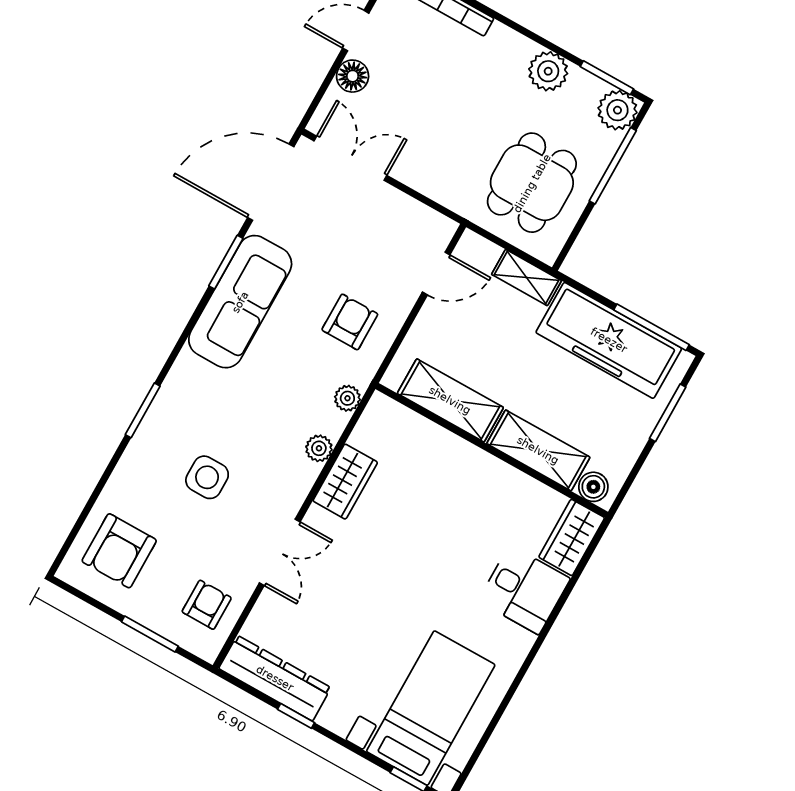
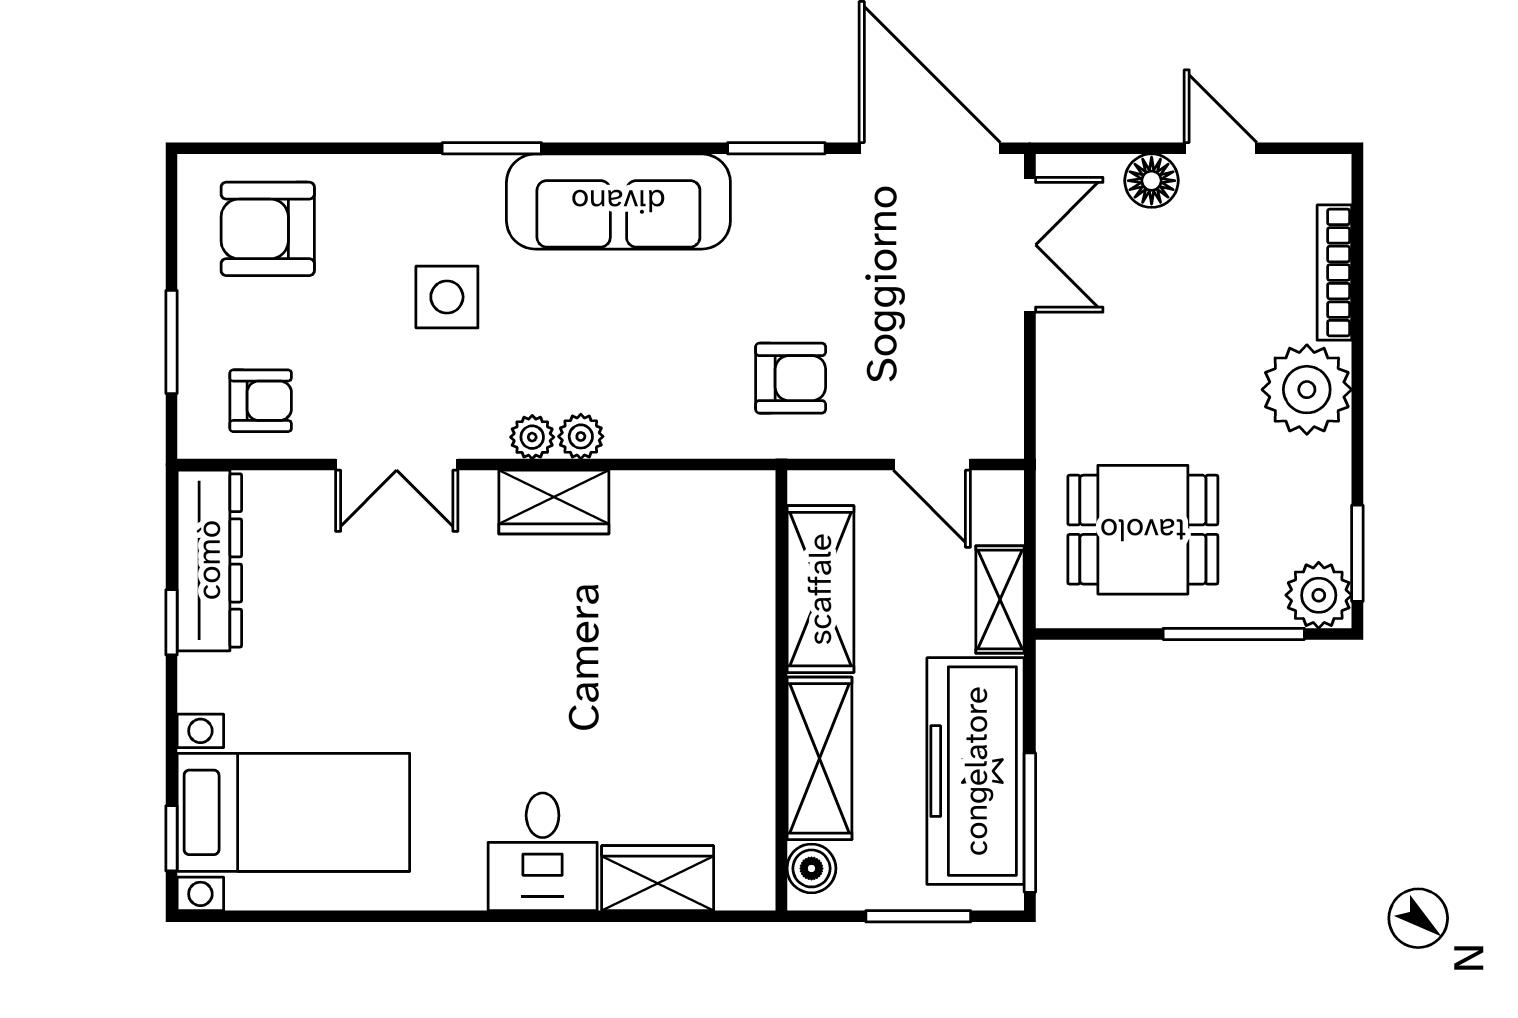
plant: (548, 71) -> (1307, 390), moved, width x1.36, depth x1.36
sofa: (240, 302) -> (618, 201), moved
plant: (347, 398) -> (532, 437), moved
shelving: (450, 400) -> (820, 589), moved
wall: (492, 450) -> (781, 690), moved
shelving: (538, 450) -> (820, 758), moved
boiler: (593, 487) -> (811, 868), moved

